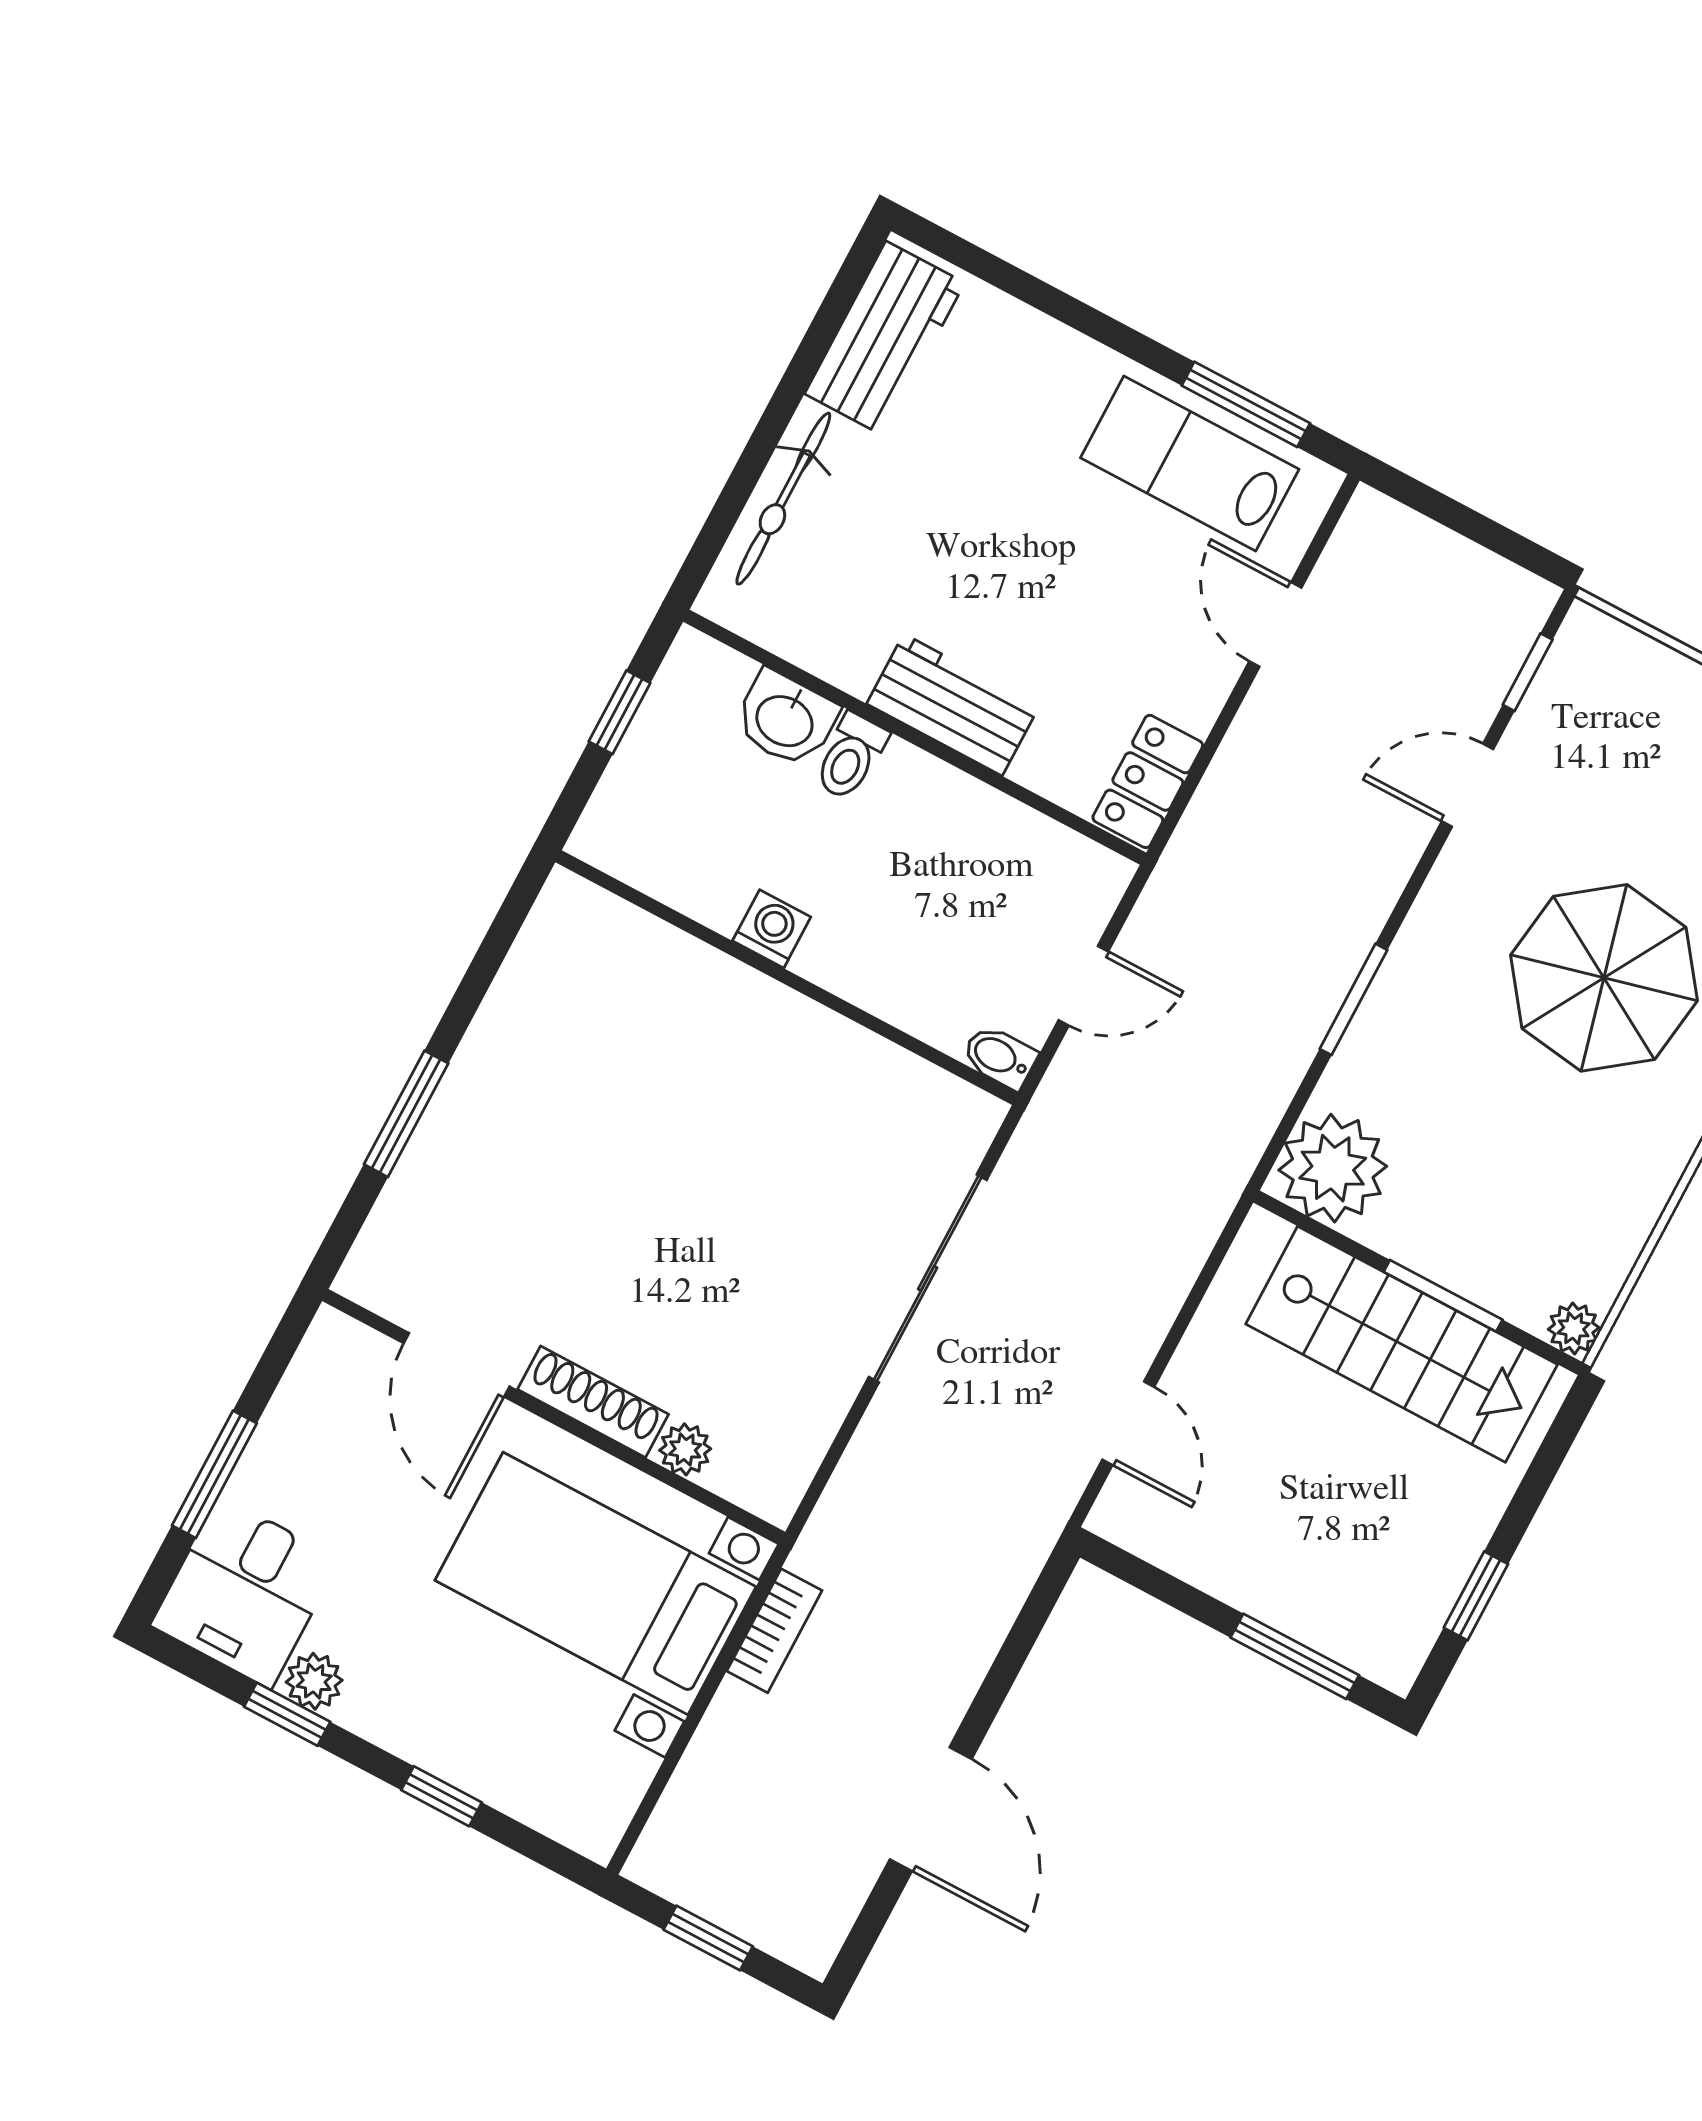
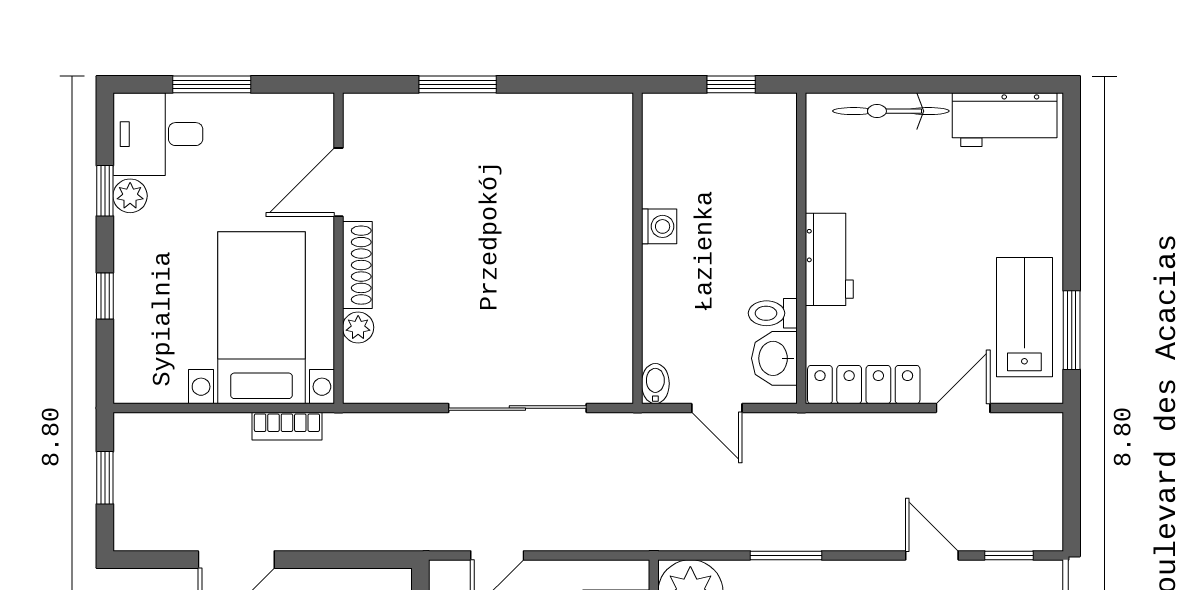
washbasin: (786, 719) -> (774, 358), moved
toilet: (851, 757) -> (773, 313), moved
locker: (1148, 781) -> (864, 385), width x1.53

